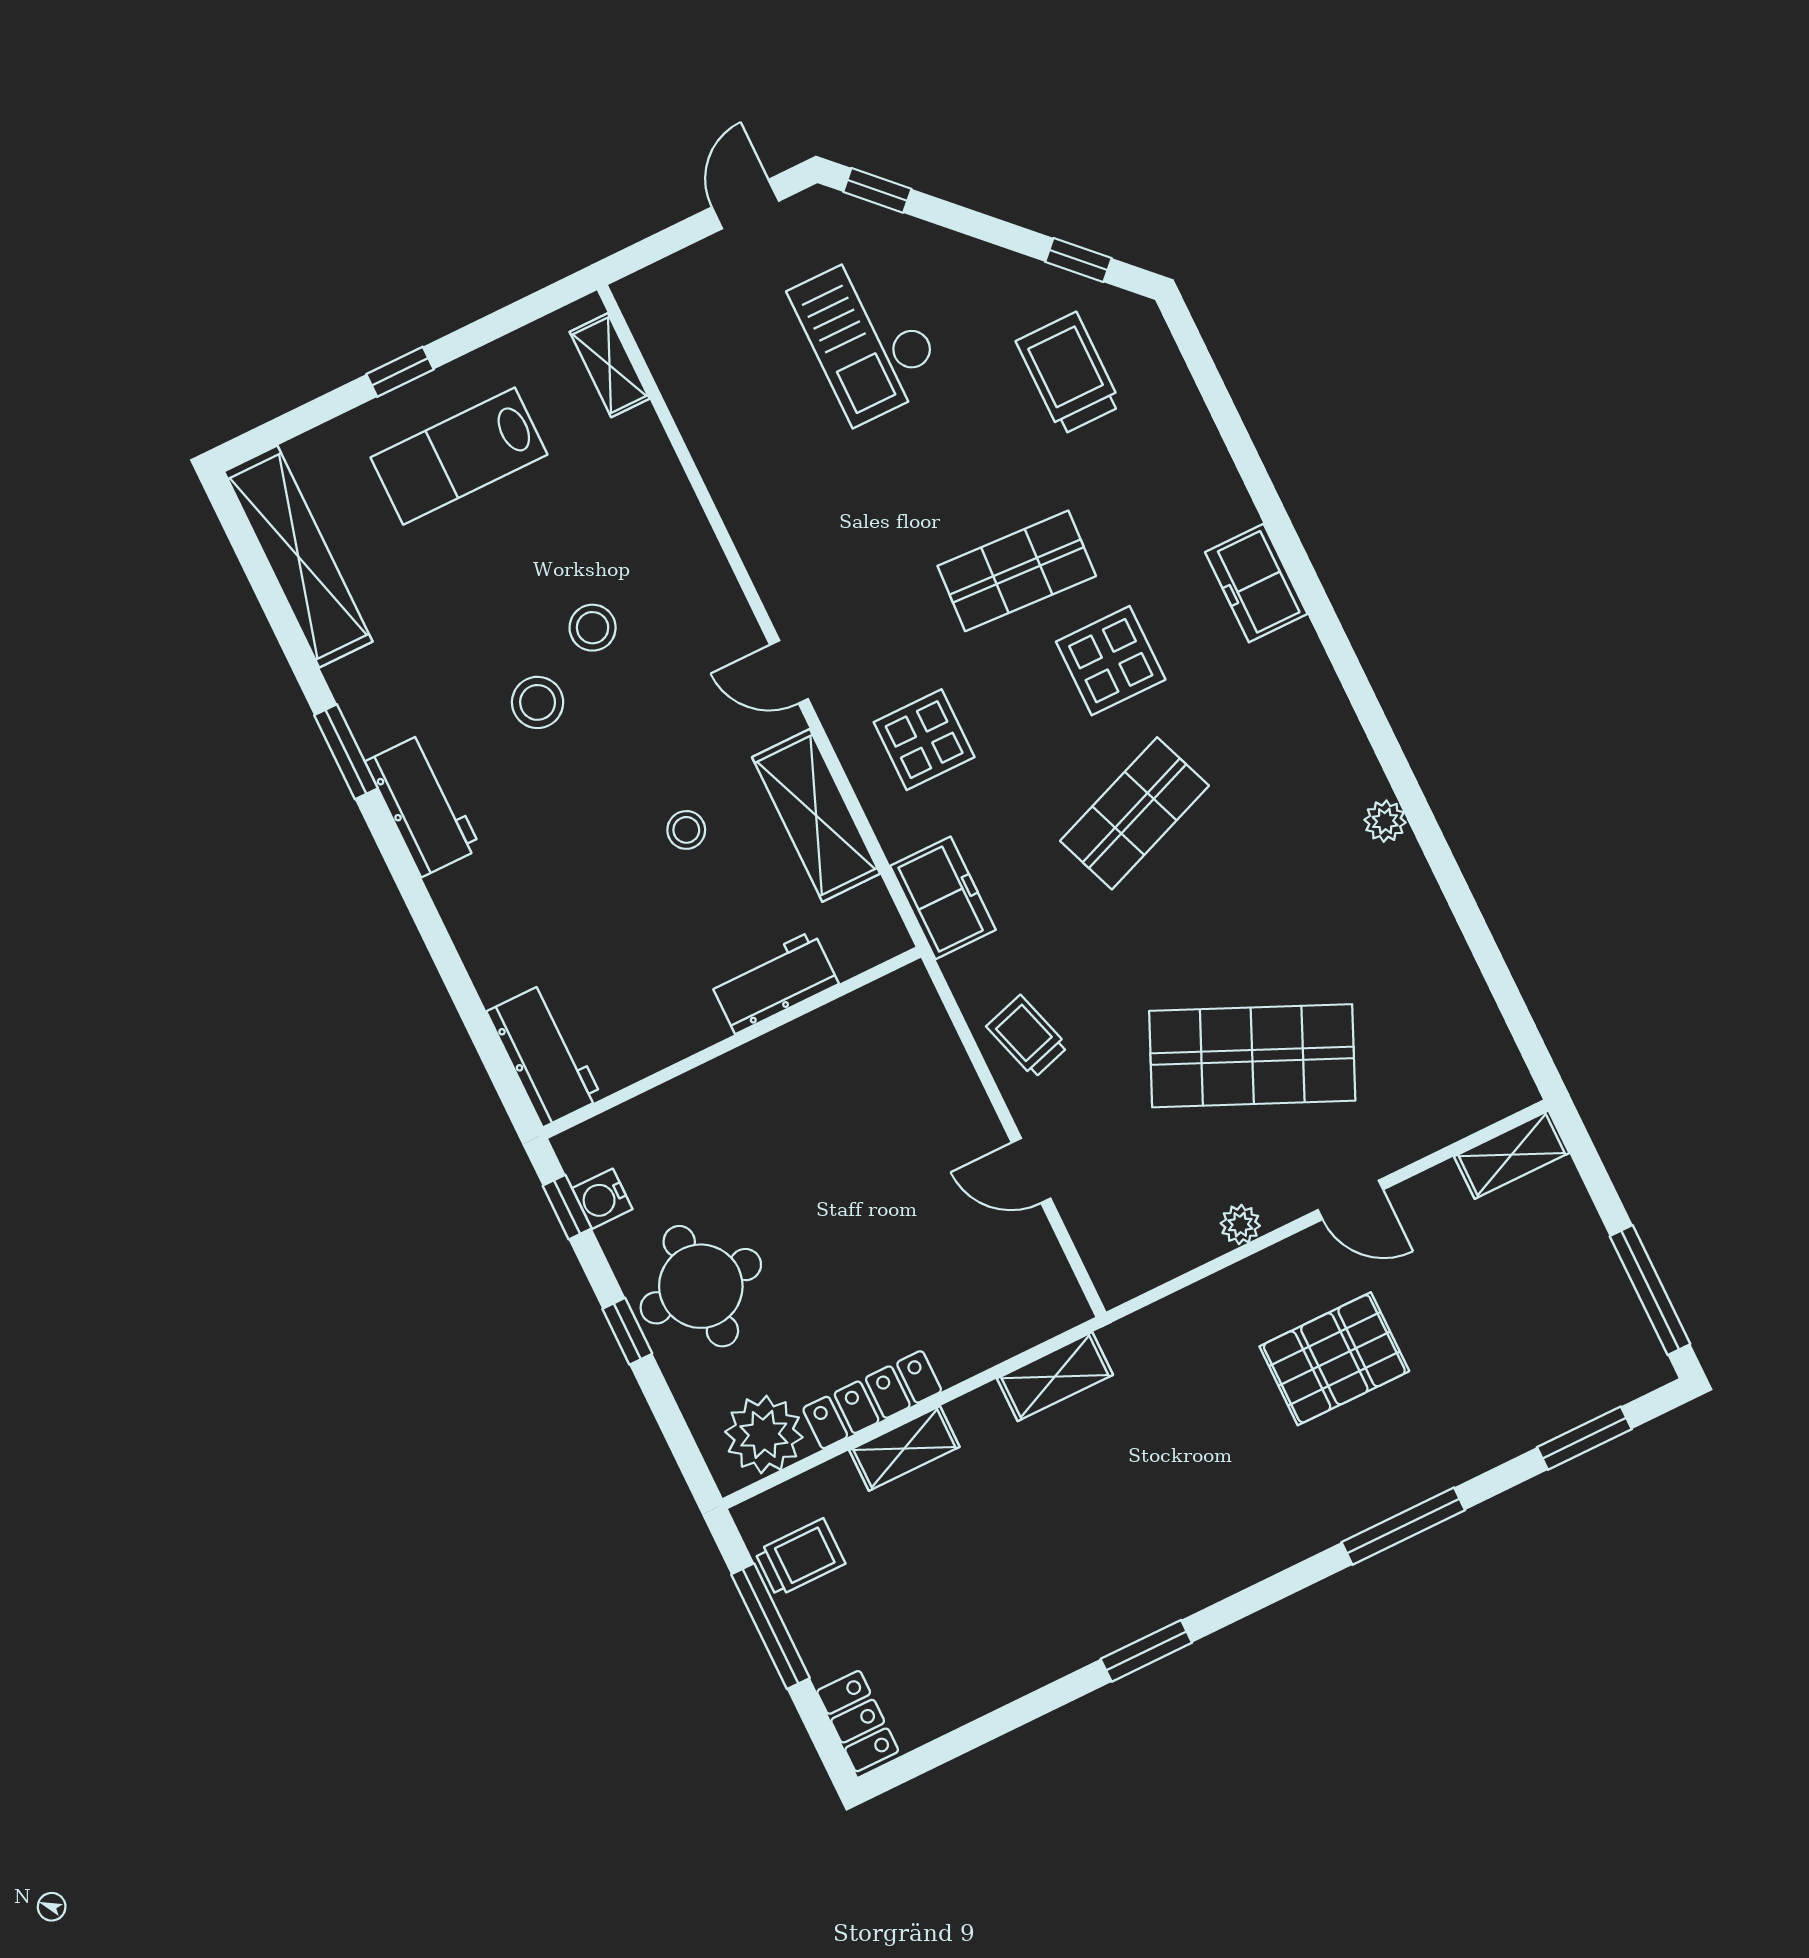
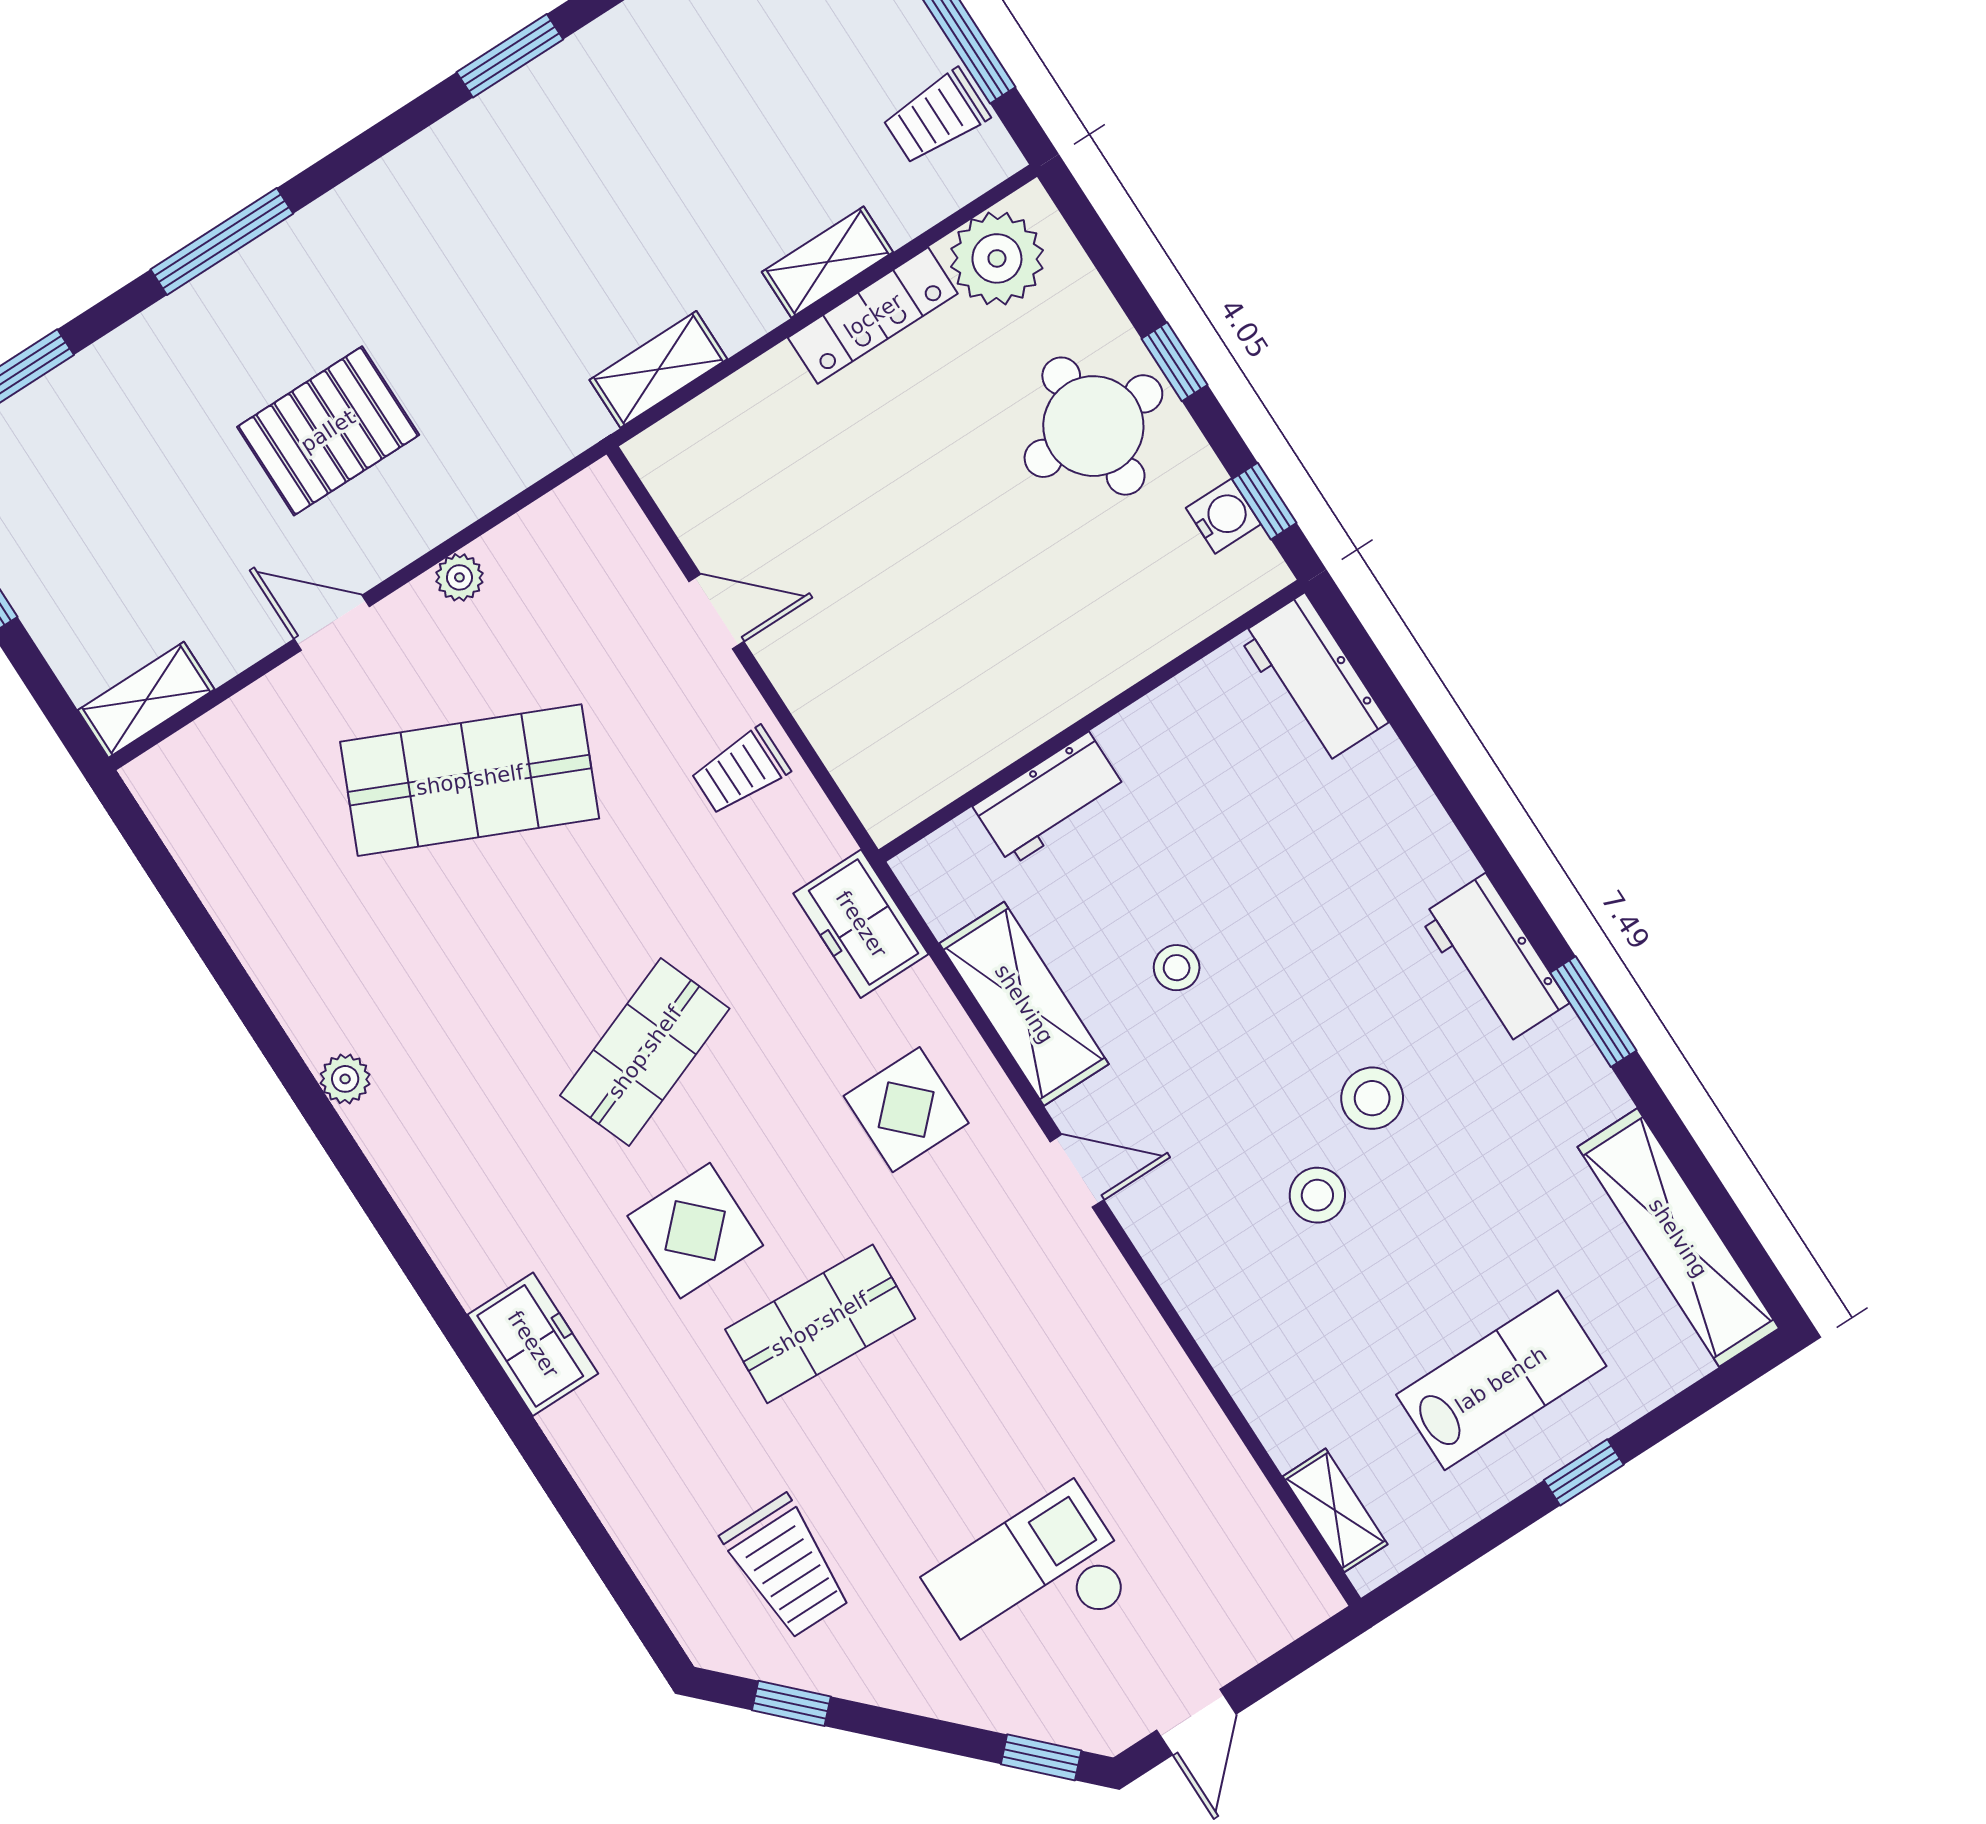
checkout: (867, 337) -> (1032, 1582), turned -90
trolley: (1027, 1036) -> (740, 771), turned 107

